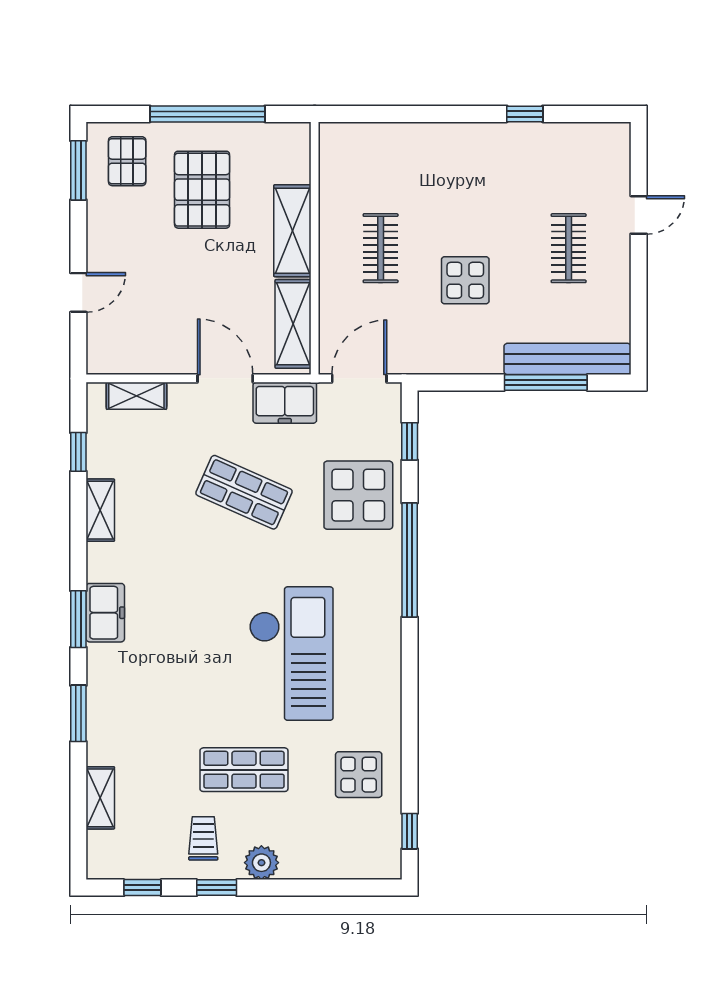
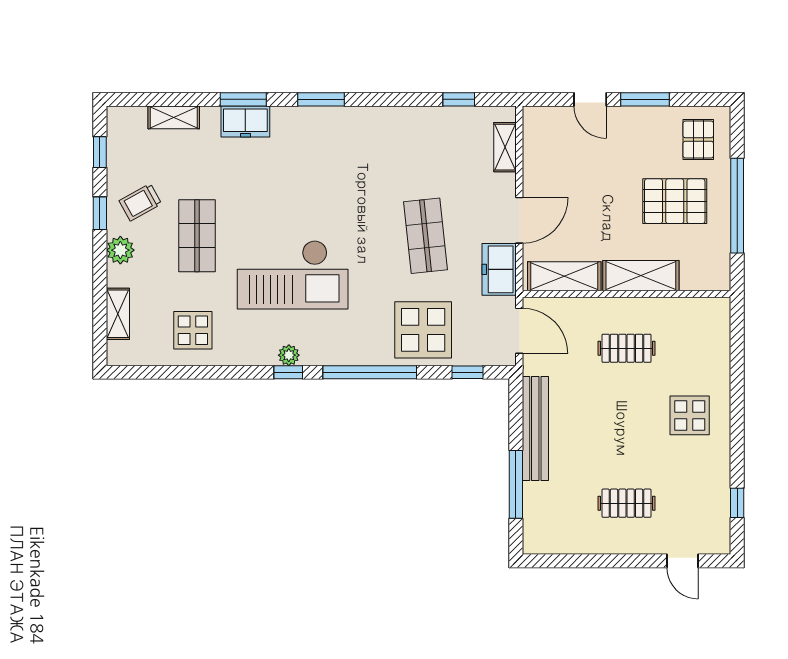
window: (525, 114) -> (737, 503), moved
pallet: (127, 161) -> (698, 139), turned 90
window: (78, 170) -> (645, 99), moved
door: (639, 215) -> (682, 561), moved
display table: (465, 280) -> (690, 415), moved
bench: (567, 359) -> (535, 428), moved
shop shelf: (244, 492) -> (426, 236), turned -30
shelving: (100, 510) -> (118, 314), moved, turned 90
freezer: (105, 613) -> (245, 121), moved
plant: (389, 658) -> (289, 355), added
window: (410, 831) -> (288, 372), moved
trolley: (203, 838) -> (140, 202), turned 151

